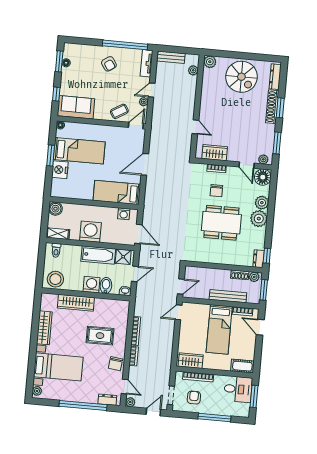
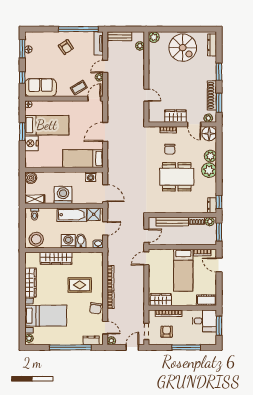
shoe rack: (272, 107) -> (212, 95), moved
wardrobe: (215, 153) -> (176, 116), moved
bench: (228, 296) -> (172, 222), moved

